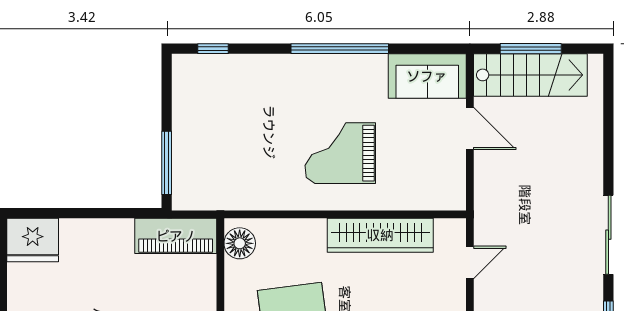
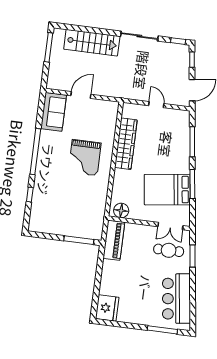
window: (213, 49) -> (30, 195), moved
window: (531, 49) -> (49, 47), moved
stairs: (530, 75) -> (92, 43), moved, turned 90
door: (470, 262) -> (156, 105), moved

